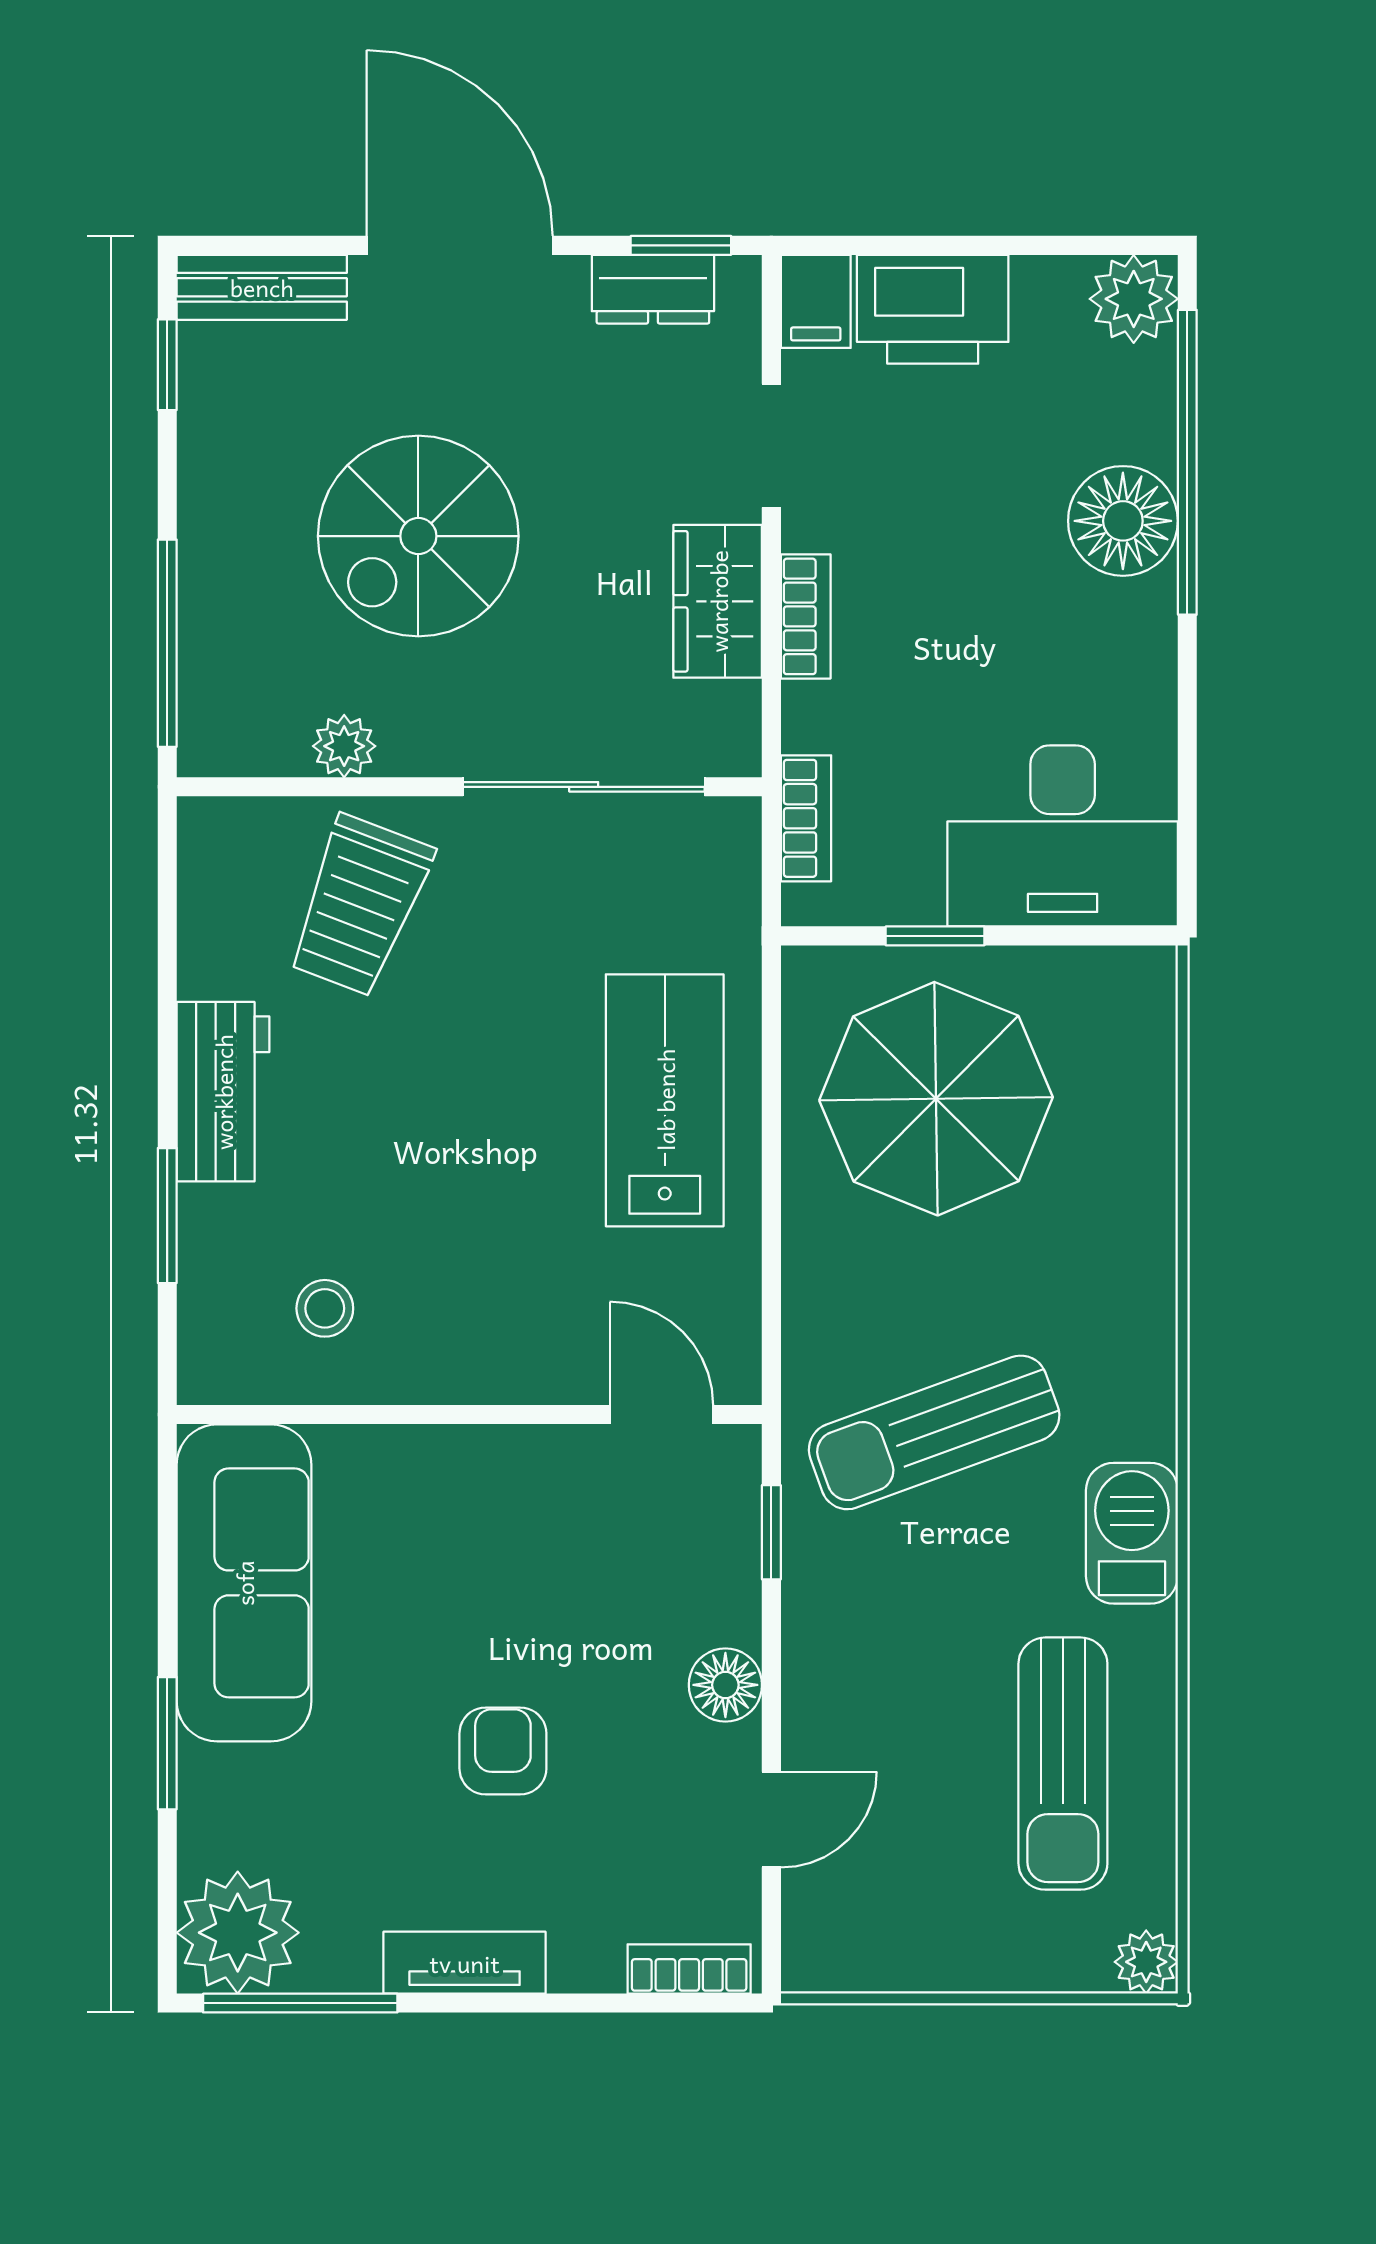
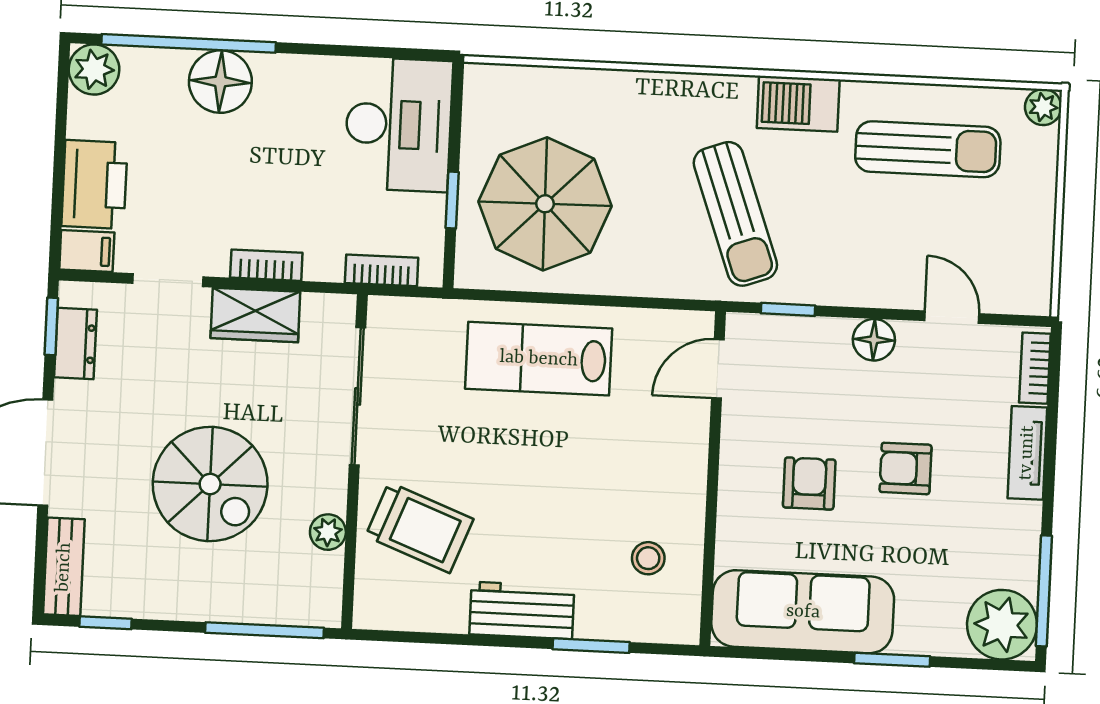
armchair: (469, 1584) -> (809, 484), added
tv unit: (465, 1963) -> (1027, 453), moved

